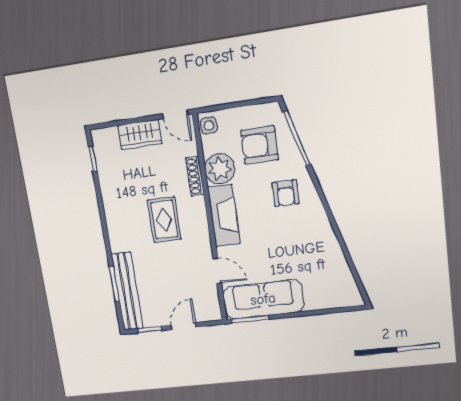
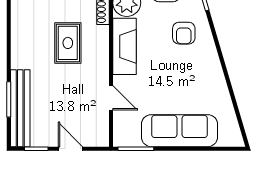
sofa: (263, 299) -> (180, 131), moved
door: (184, 326) -> (70, 149), hinge flipped

